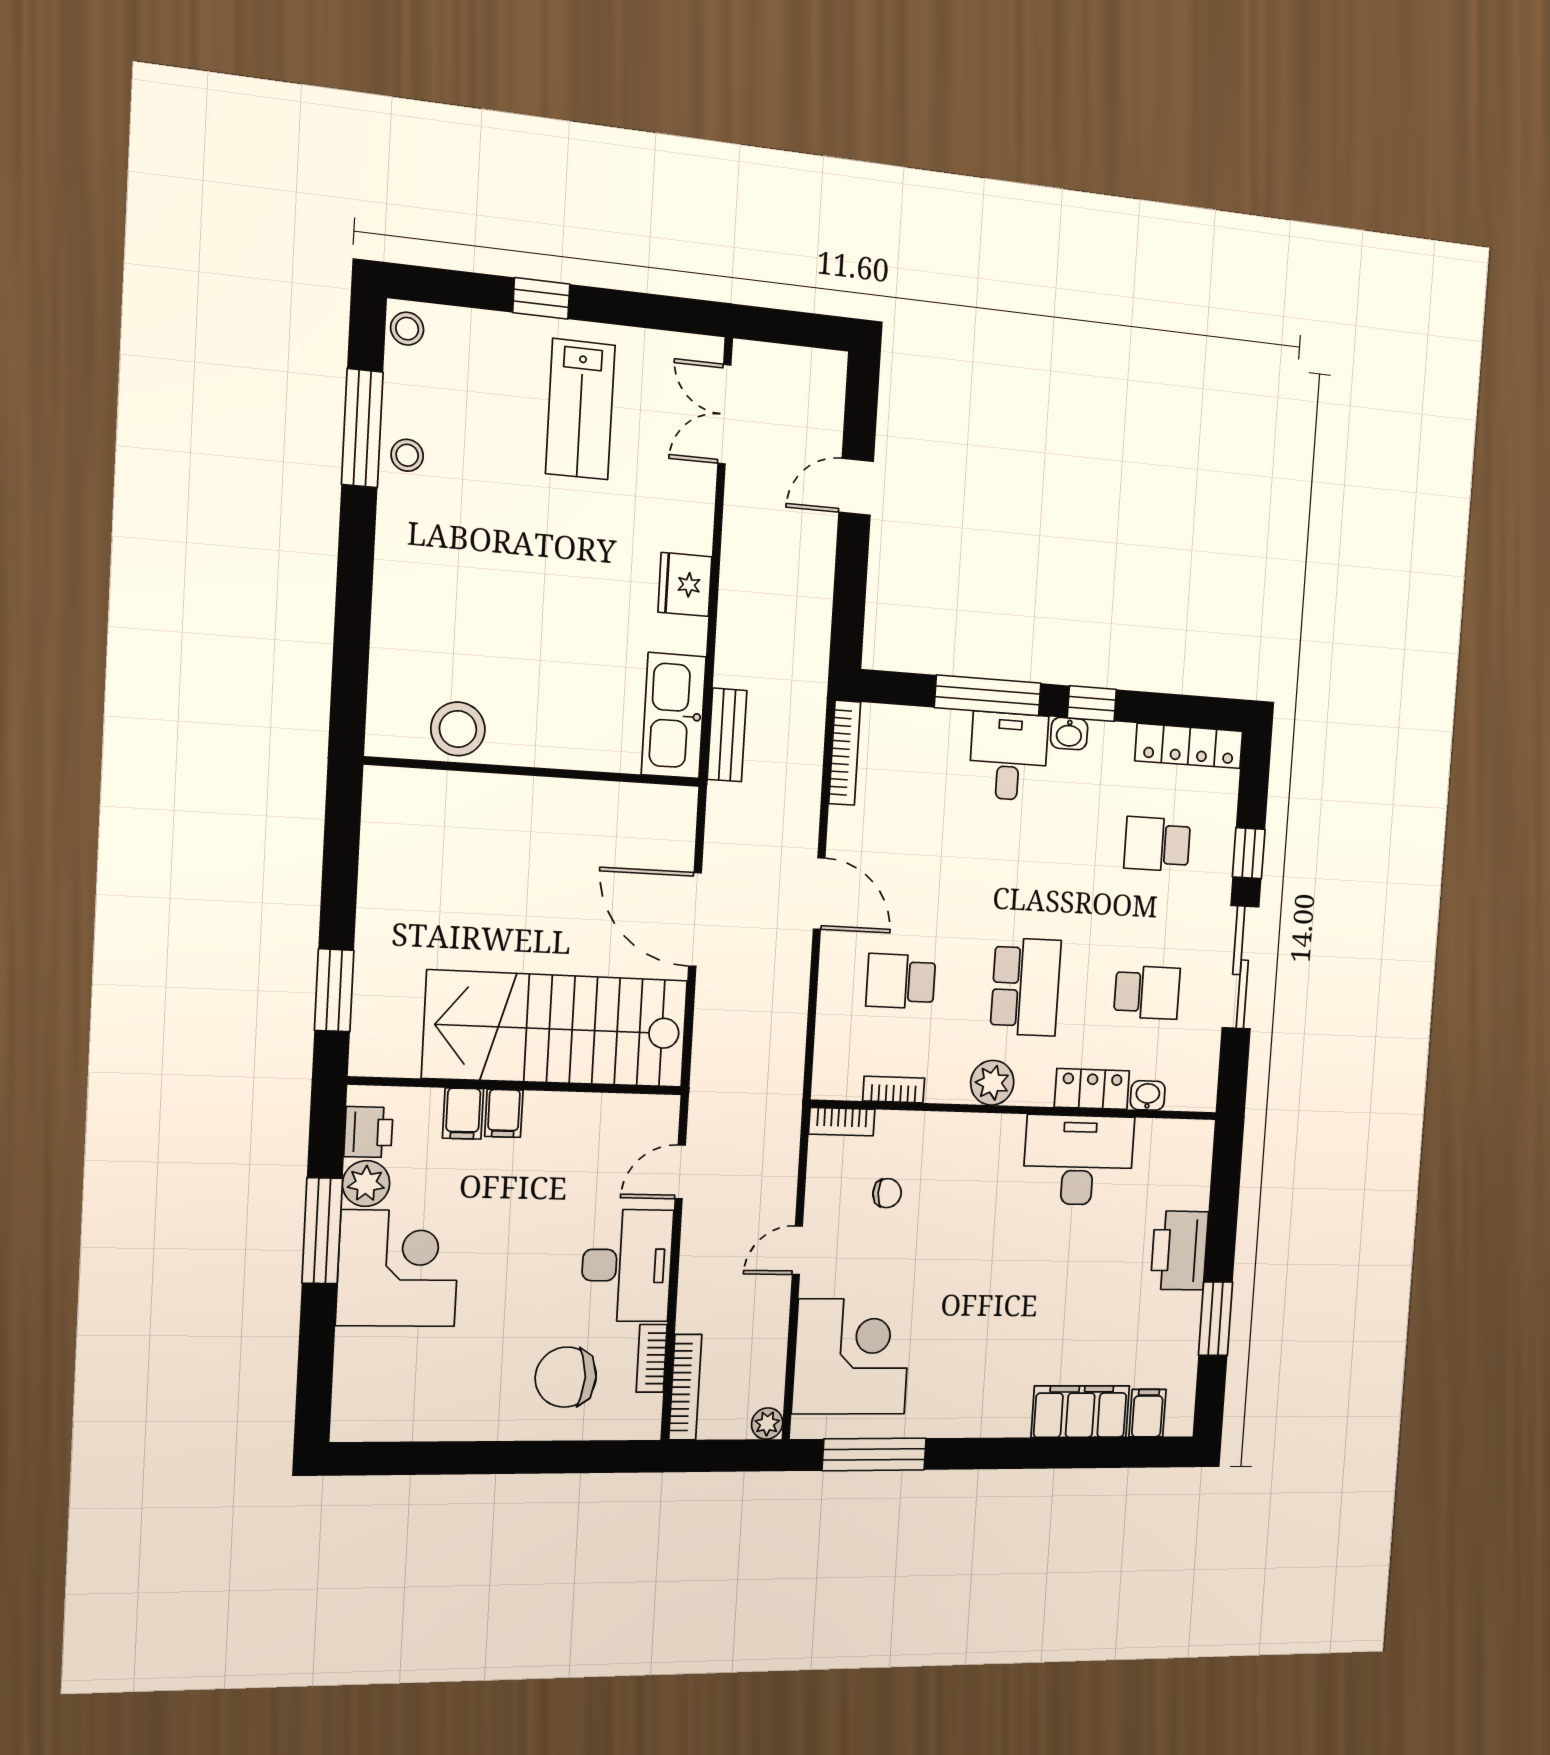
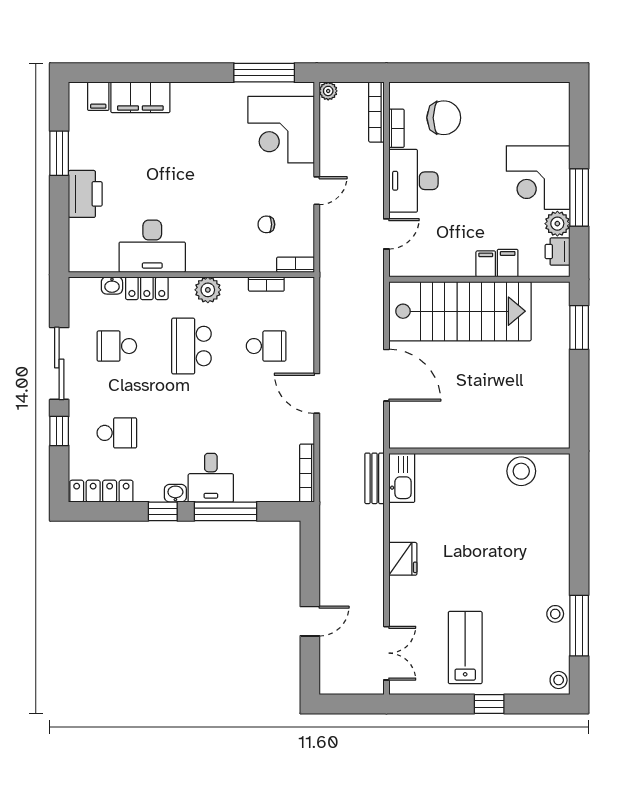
kitchen sink: (674, 716) -> (402, 478), width x0.73, depth x0.81

